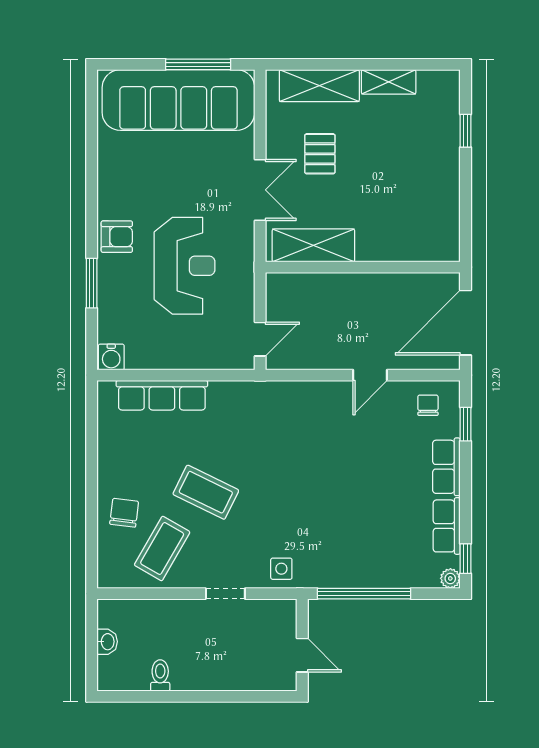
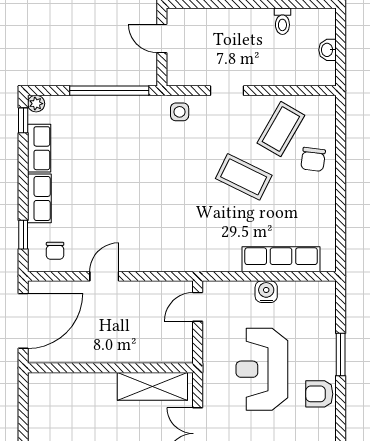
water cooler: (111, 357) -> (266, 292), moved

